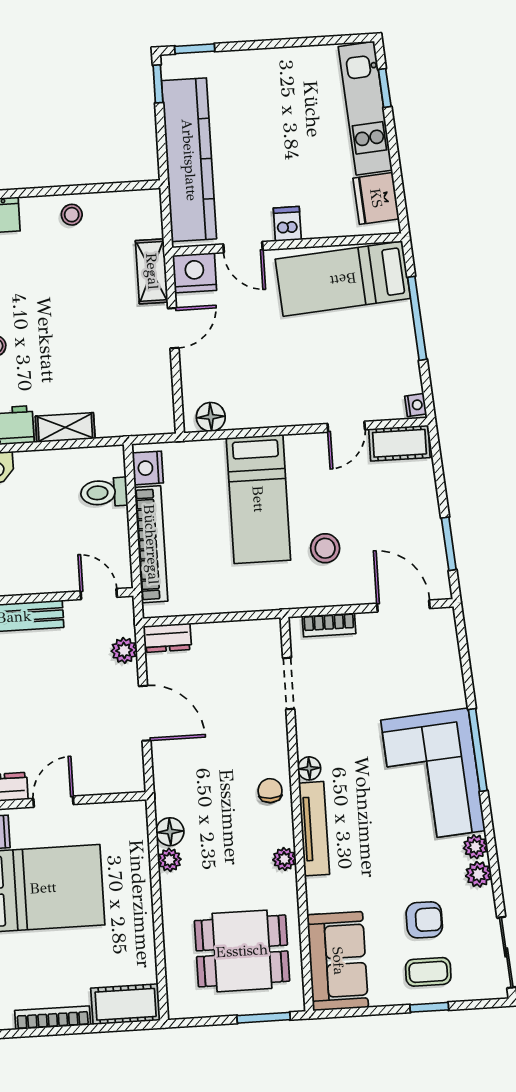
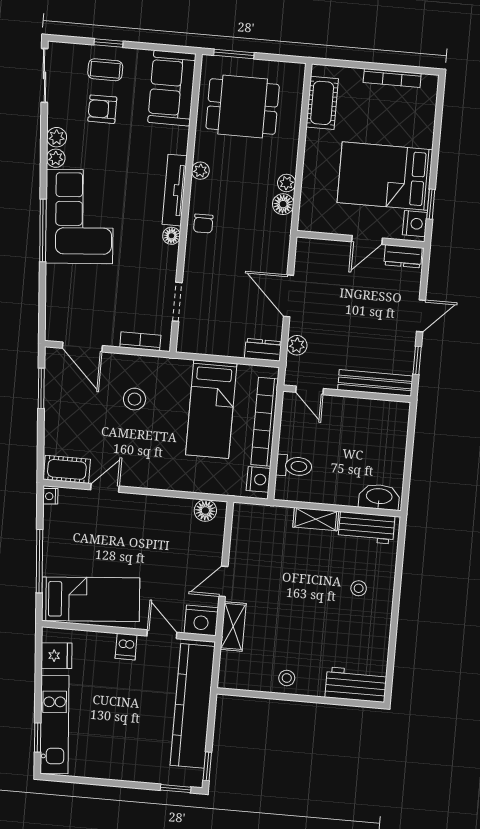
fridge: (376, 198) -> (57, 656), width x0.72
bed: (258, 499) -> (211, 409), moved, turned 180
cot: (126, 1004) -> (322, 103), moved, turned 90

